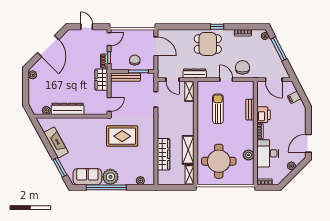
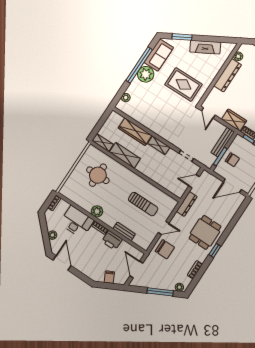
door: (274, 80) -> (136, 269), hinge flipped
shelving: (189, 91) -> (159, 145), moved
rug: (122, 136) -> (183, 84), moved, turned 90
plant: (248, 155) -> (97, 211), moved
round table: (219, 161) -> (98, 175), width x0.73, depth x0.73

